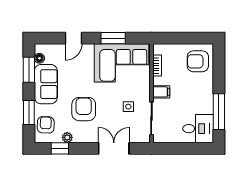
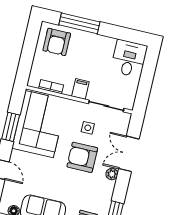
armchair: (84, 109) -> (82, 157), moved
window: (219, 112) -> (79, 23), moved
plant: (67, 137) -> (112, 174), moved

